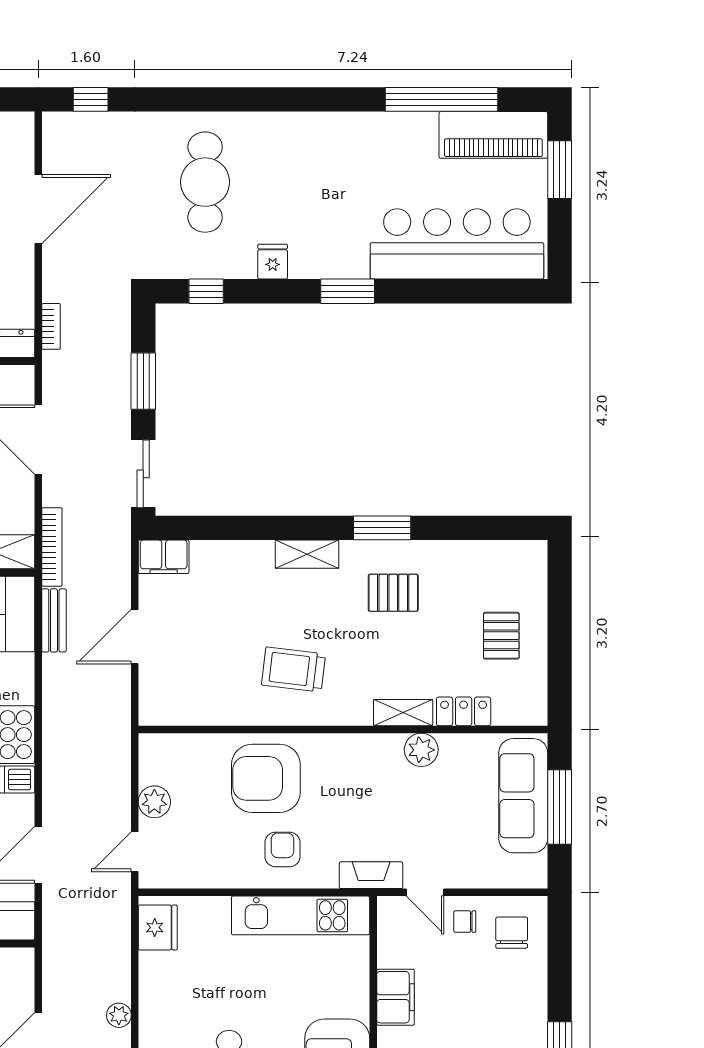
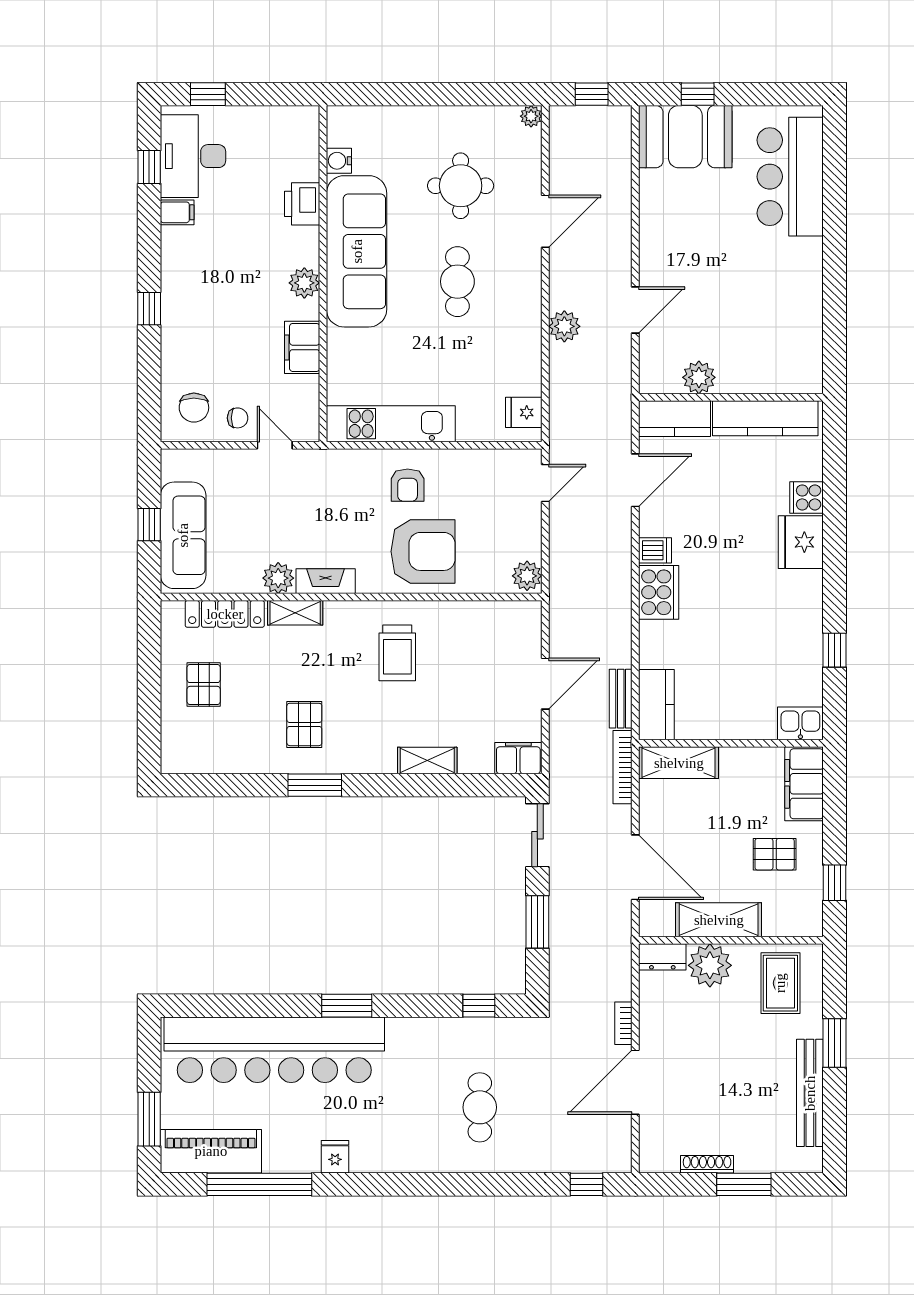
cafe table: (205, 182) -> (480, 1107), width x0.73, depth x0.74
bar counter: (457, 244) -> (274, 1050), width x1.36
fridge: (273, 262) -> (335, 1157), moved, turned 180
bookcase: (51, 326) -> (623, 1023), moved
shelving: (307, 554) -> (427, 760), moved
pallet: (393, 593) -> (304, 724), turned 90
trolley: (294, 670) -> (397, 653), turned 83
locker: (464, 711) -> (225, 614), width x1.53
plant: (154, 802) -> (527, 576), moved
window: (560, 807) -> (149, 525), width x0.46
fireplace: (371, 875) -> (326, 581), moved, turned 180
fridge: (158, 927) -> (524, 412), width x0.72
plant: (119, 1015) -> (564, 326), width x1.38, depth x1.38

